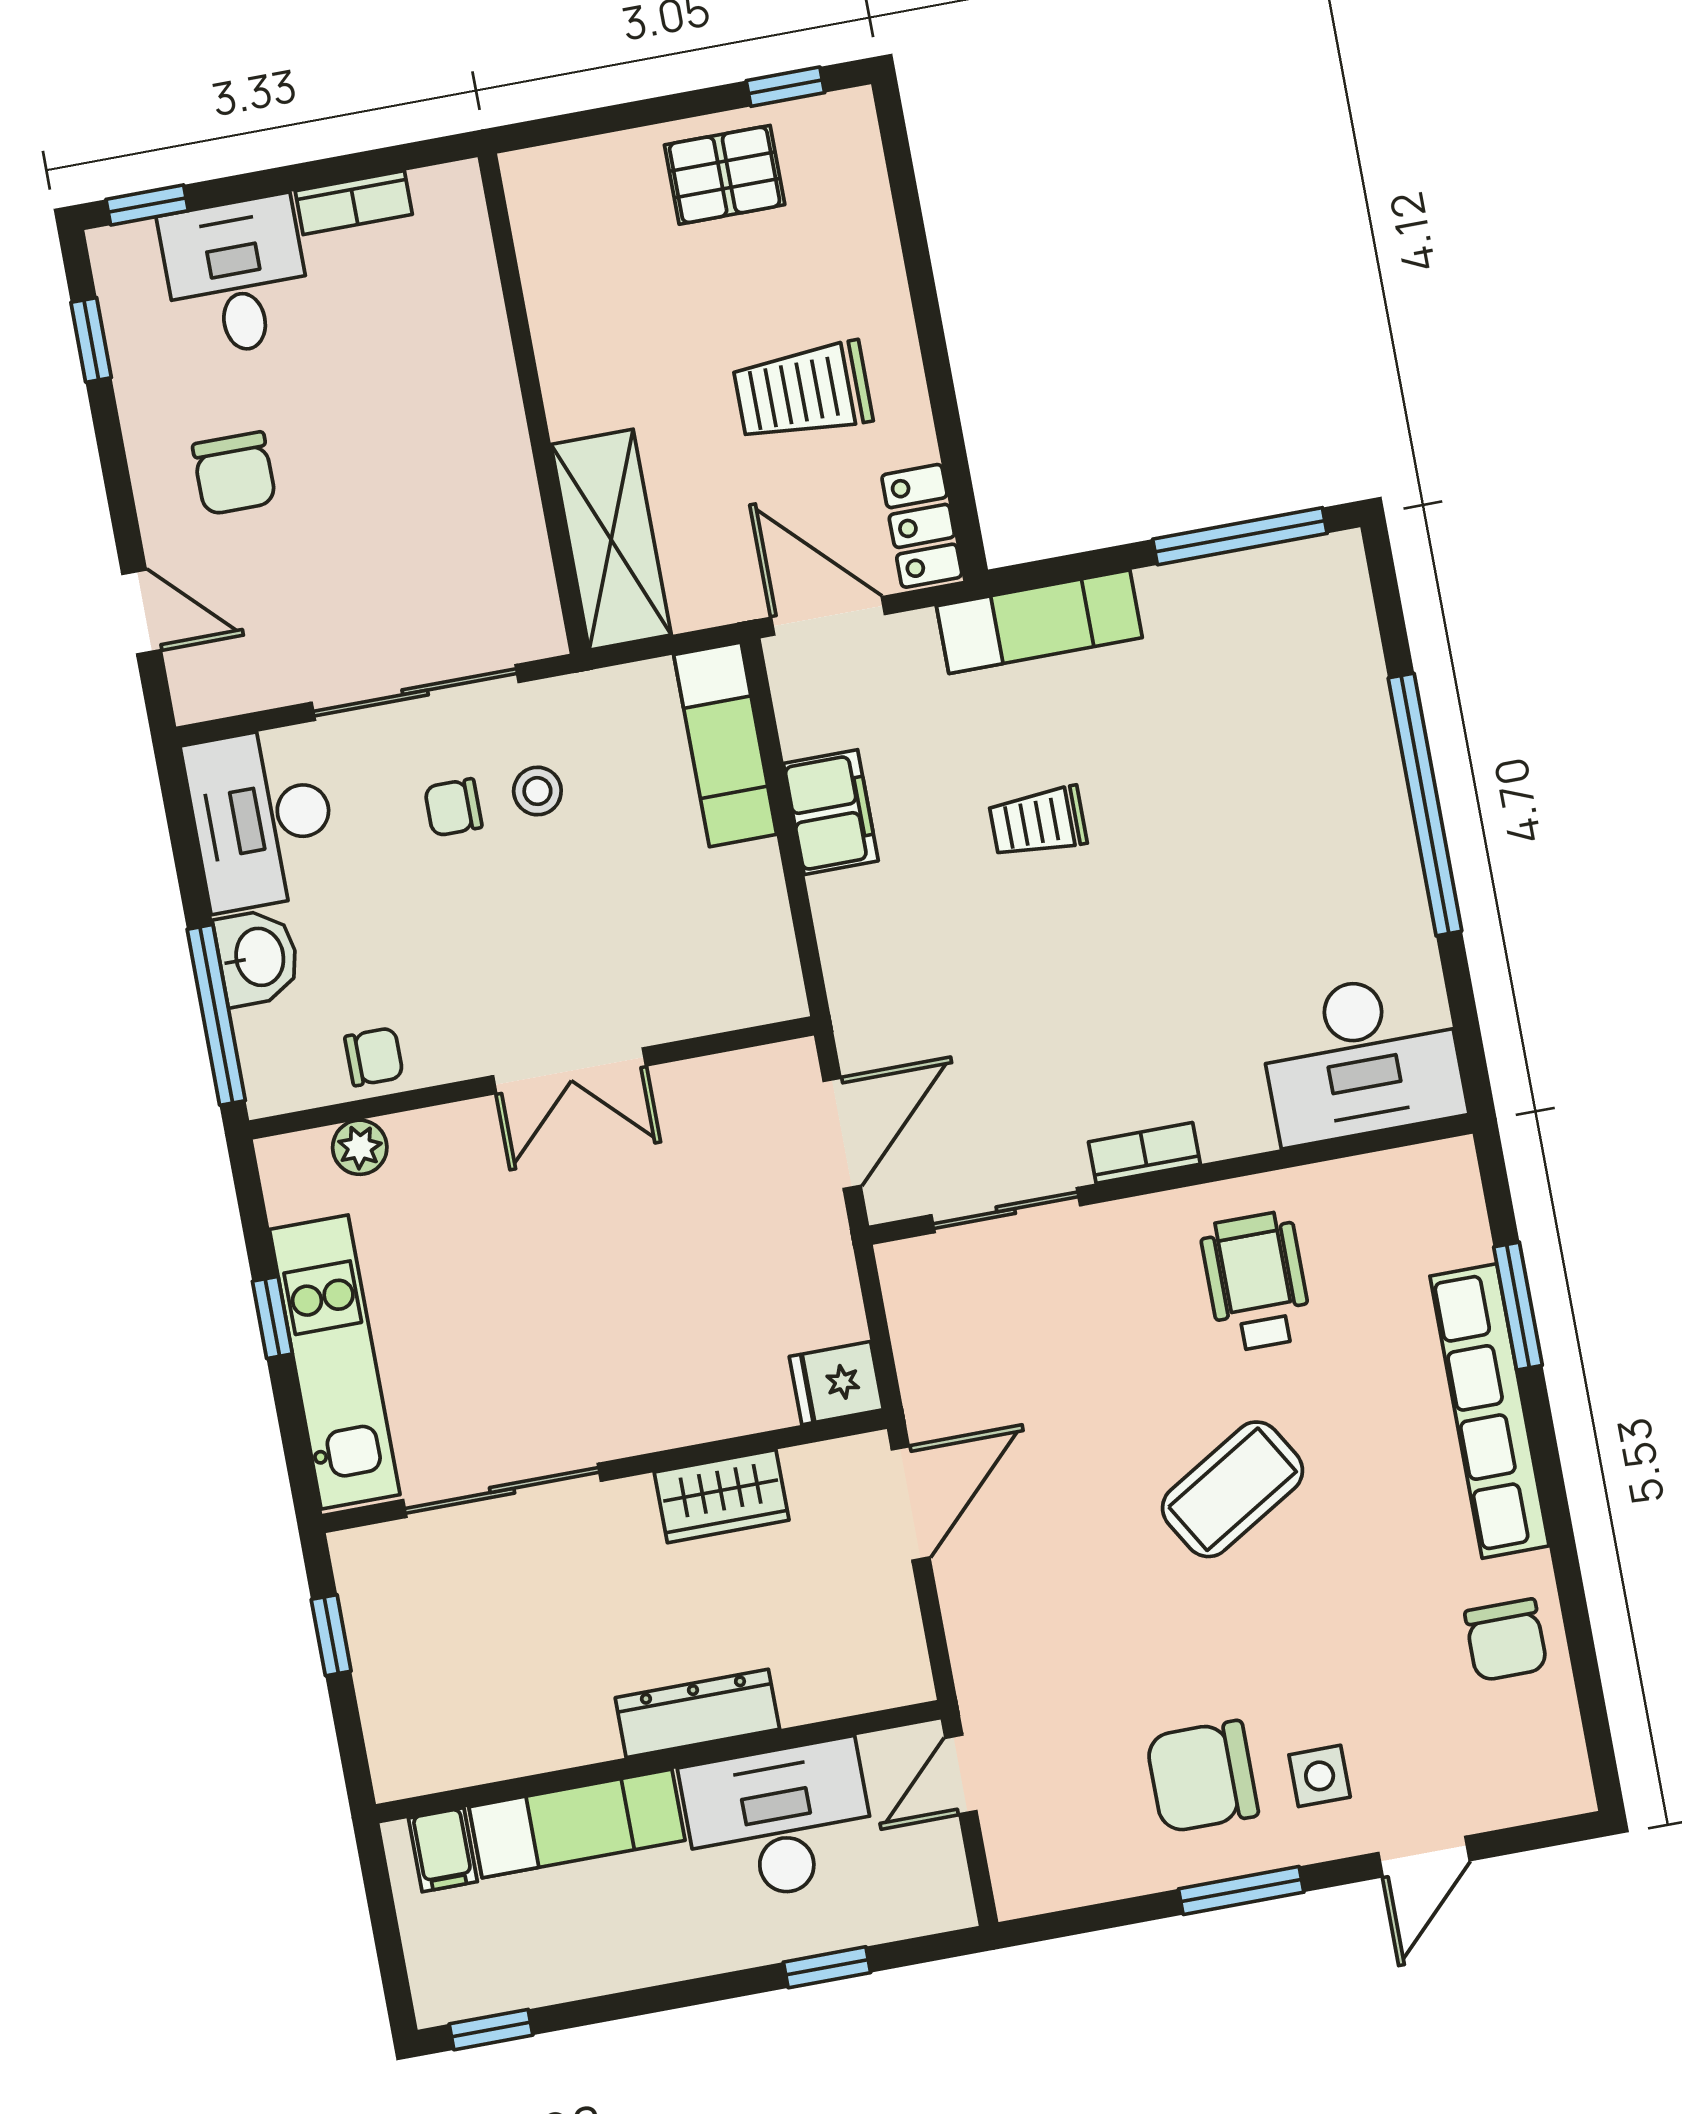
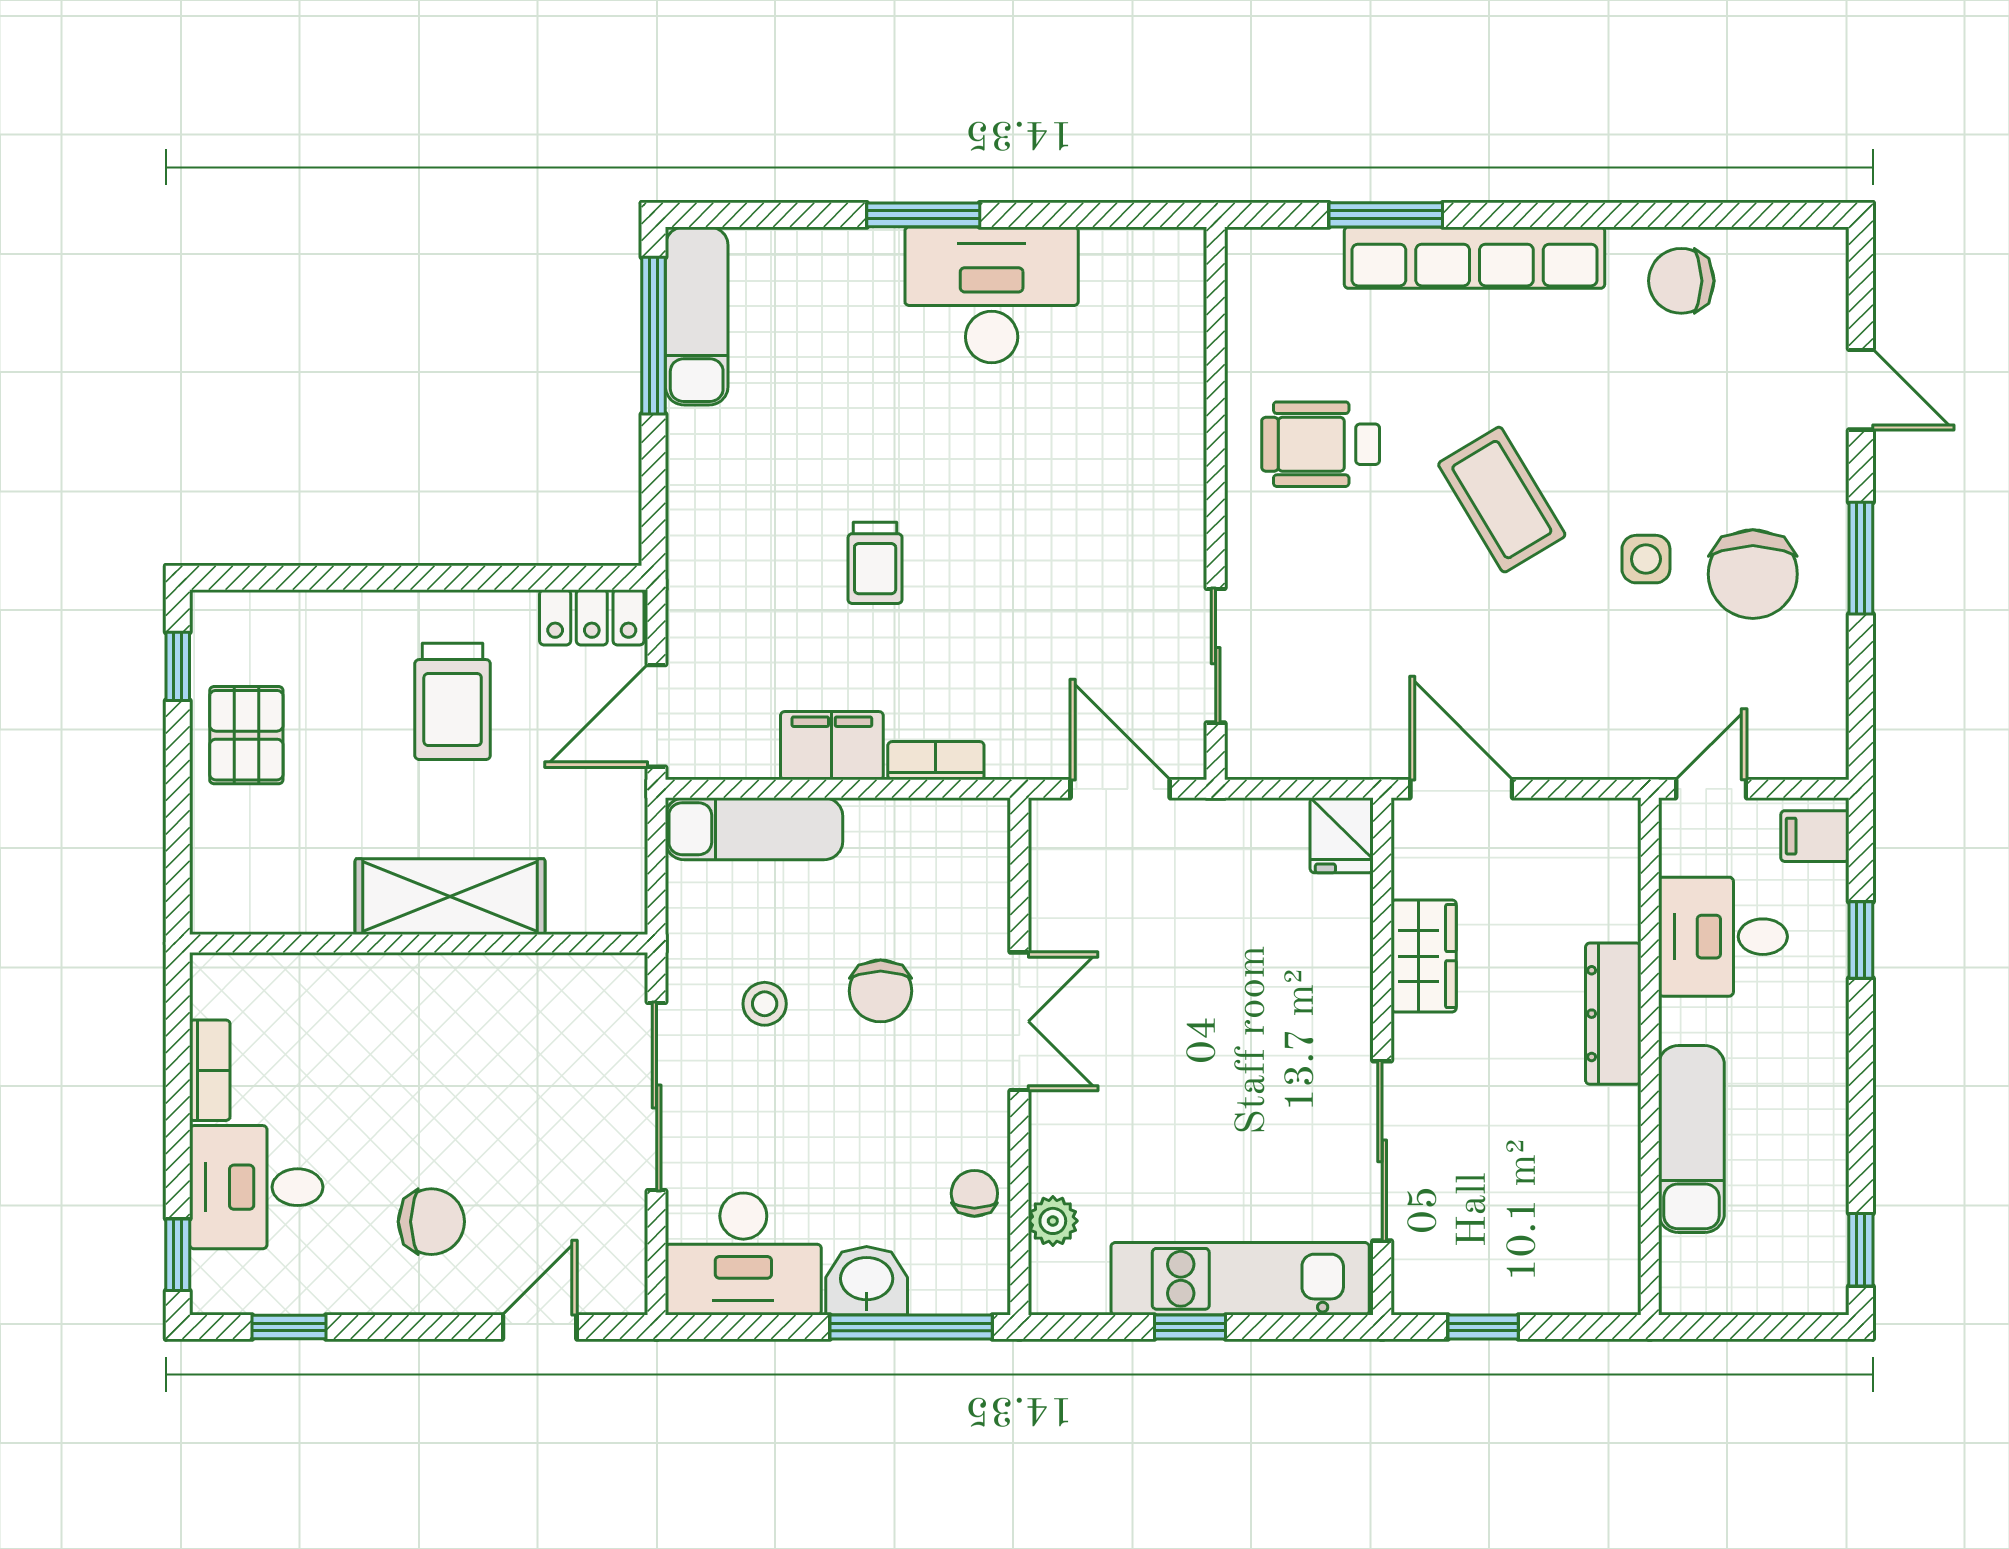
shelving: (611, 540) -> (450, 897), moved
exam couch: (1039, 622) -> (697, 316), moved
window: (1425, 805) -> (923, 215), width x0.47
chair: (453, 807) -> (881, 991), moved, width x1.37, depth x1.37
desk: (1362, 1058) -> (992, 295), moved, turned -90
bookcase: (1144, 1153) -> (936, 761), moved, turned 90
chair: (1506, 1640) -> (1681, 281), turned 180
door: (961, 1774) -> (1711, 789), swing flipped
side table: (1320, 1776) -> (1646, 559), moved
desk: (779, 1821) -> (1723, 937), width x0.73
filing cabinet: (443, 1850) -> (1815, 836), moved, turned 180

